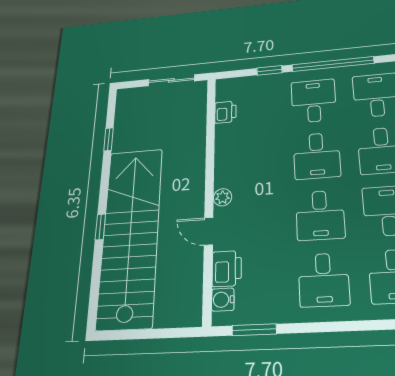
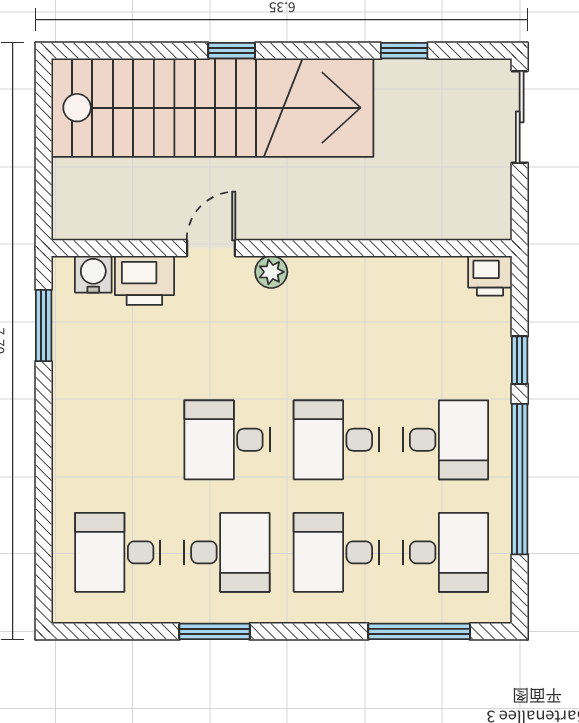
sliding door: (171, 80) -> (520, 117), moved
printer: (225, 112) -> (490, 276), moved
desk: (324, 280) -> (118, 440), removed

